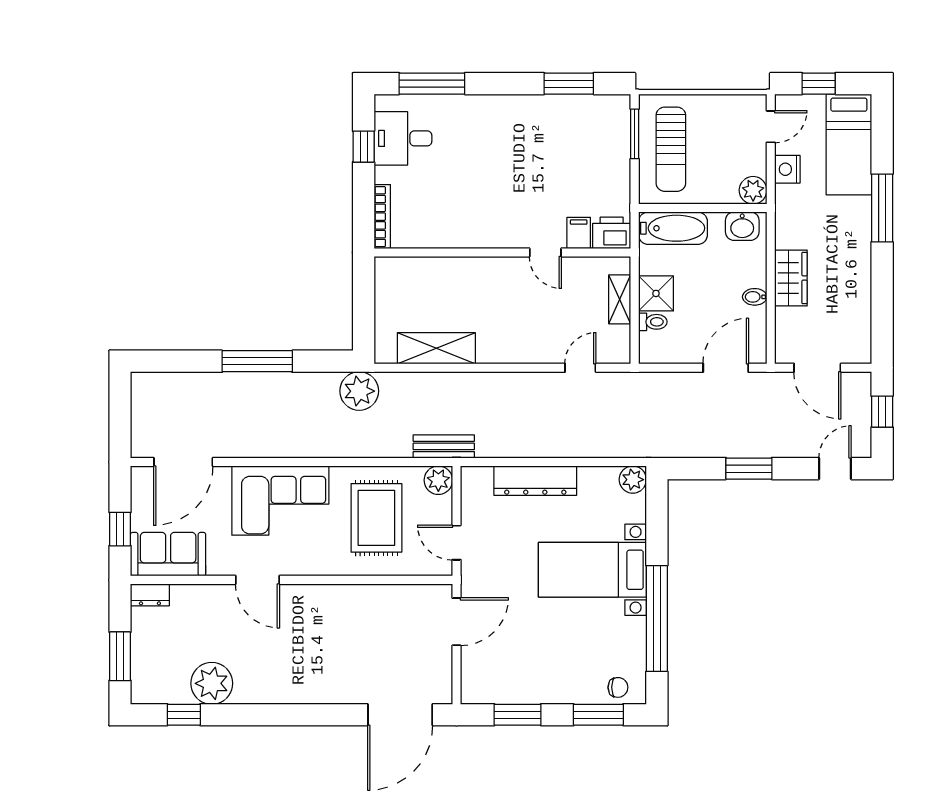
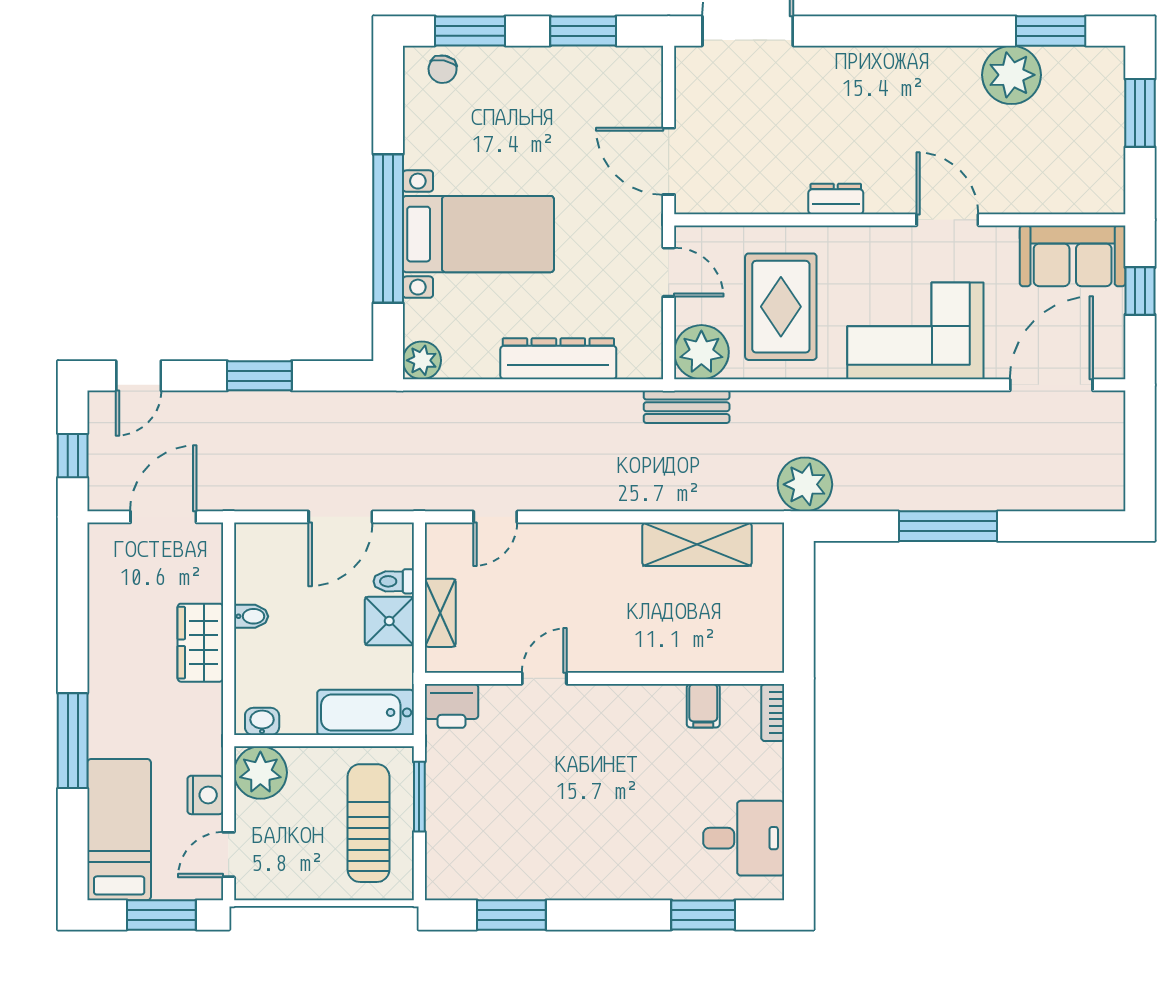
window: (432, 84) -> (703, 915), width x0.69
window: (819, 84) -> (161, 915), width x1.50
window: (635, 134) -> (419, 797), moved
window: (364, 147) -> (799, 827), removed
plant: (753, 190) -> (260, 773), width x1.36, depth x1.36
bookcase: (382, 217) -> (773, 713), width x0.64
washbasin: (742, 226) -> (262, 721), width x0.72, depth x0.69
filing cabinet: (579, 233) -> (703, 706), moved
door: (545, 253) -> (544, 678), hinge flipped
door: (726, 368) -> (340, 517), moved
door: (817, 368) -> (163, 517), hinge flipped
plant: (438, 480) -> (701, 352), width x1.36, depth x1.36
dresser: (150, 595) -> (836, 199), moved
window: (657, 618) -> (388, 229), moved
door: (457, 622) -> (669, 161), hinge flipped
chair: (618, 687) -> (443, 69), turned -79
window: (184, 715) -> (1051, 31), width x1.50

